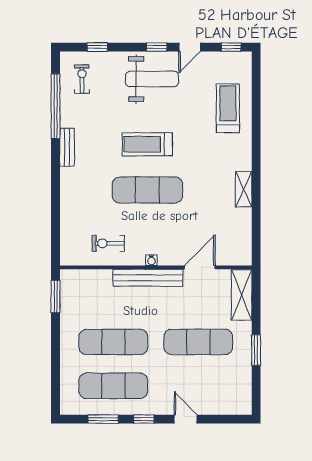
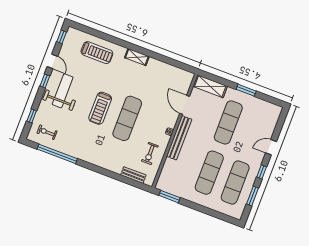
treadmill: (228, 108) -> (97, 53), turned 180
bench: (67, 147) -> (133, 175), moved
shelving: (244, 189) -> (137, 57), moved

